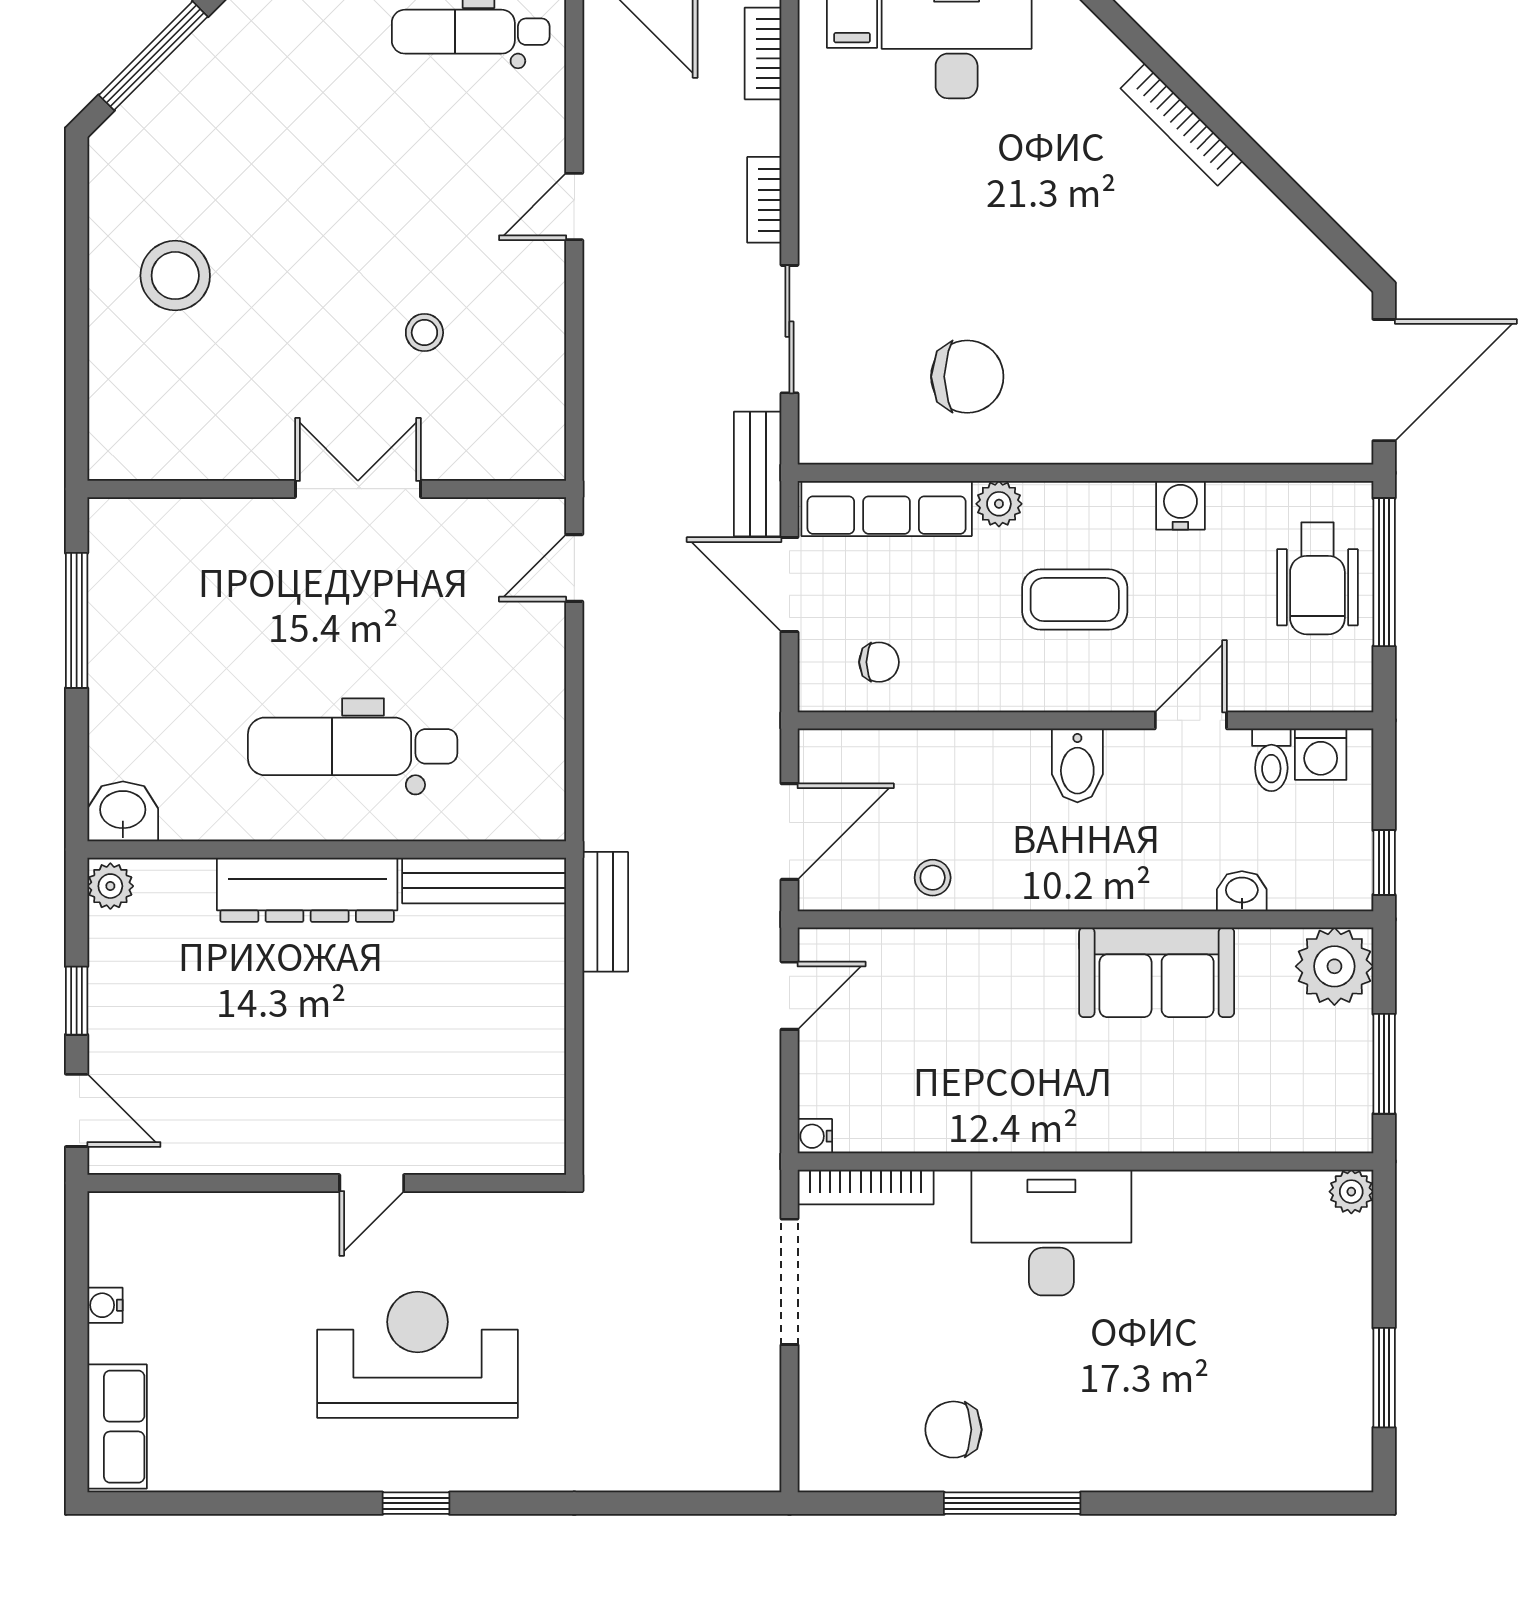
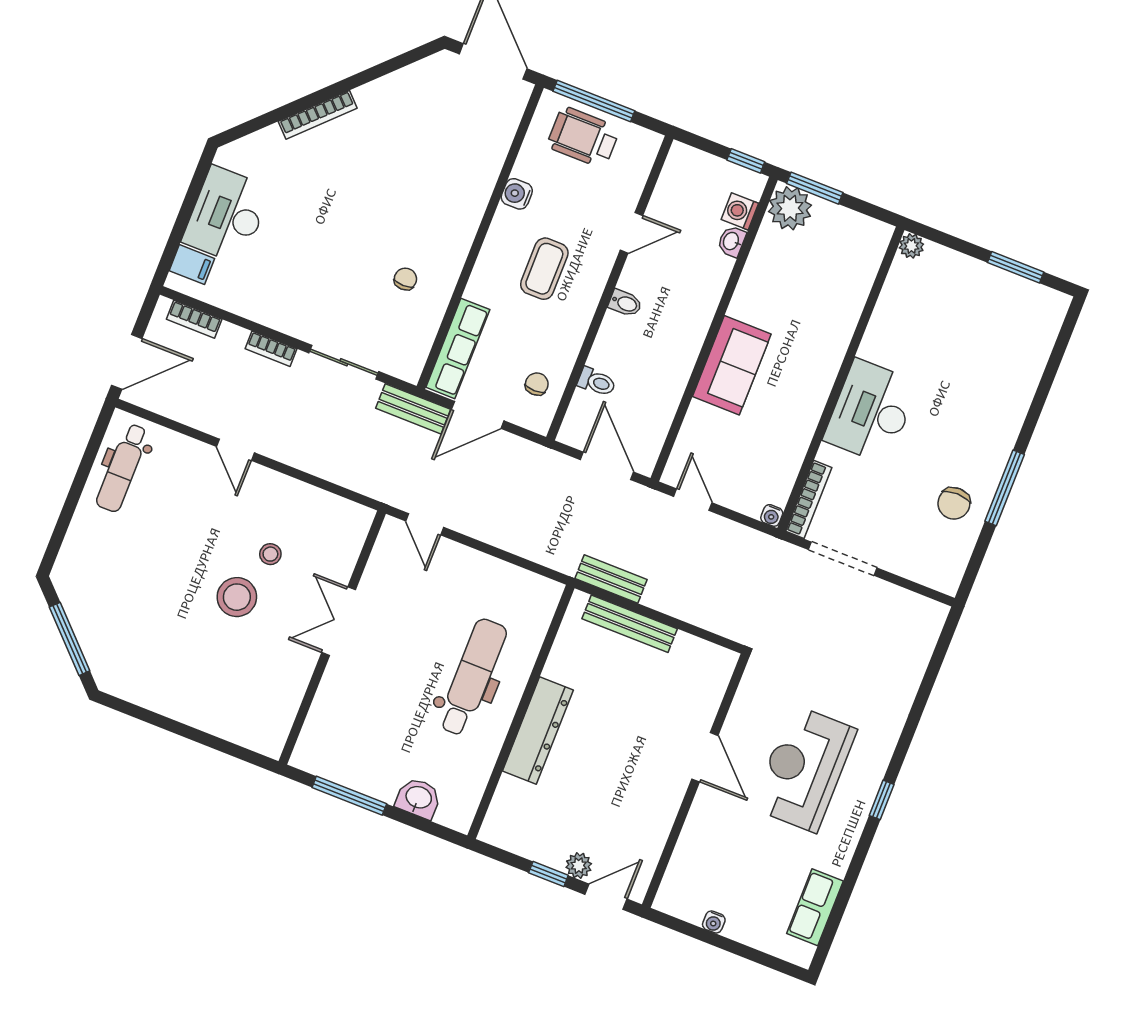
stool: (175, 276) -> (237, 597), moved
chair: (967, 377) -> (405, 279), width x0.54, depth x0.54
plant: (999, 504) -> (479, 289), removed
wheelchair: (1317, 578) -> (583, 137), turned 180
door: (1191, 720) -> (632, 233), swing flipped
dental chair: (353, 746) -> (472, 677), turned 180
washing machine: (1321, 754) -> (740, 211), moved, turned 180
toilet: (1271, 760) -> (597, 382), moved
bidet: (1077, 765) -> (625, 303), width x0.72, depth x0.74
washbasin: (123, 811) -> (418, 798), moved, turned 90
stool: (933, 878) -> (661, 400), removed
bench: (484, 880) -> (630, 624), moved, turned 90
plant: (110, 886) -> (579, 866), moved
sofa: (1157, 972) -> (732, 365), moved
window: (1384, 1064) -> (815, 188), moved
door: (372, 1183) -> (705, 757), width x1.37
row of seats: (117, 1427) -> (815, 907), moved, turned -90

